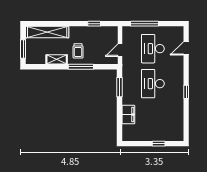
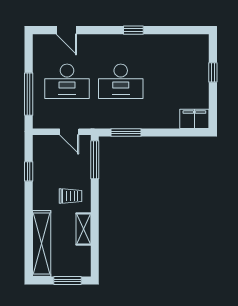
window: (81, 67) -> (95, 160), moved
filing cabinet: (128, 115) -> (194, 119), moved

